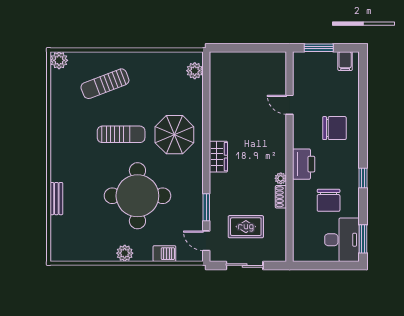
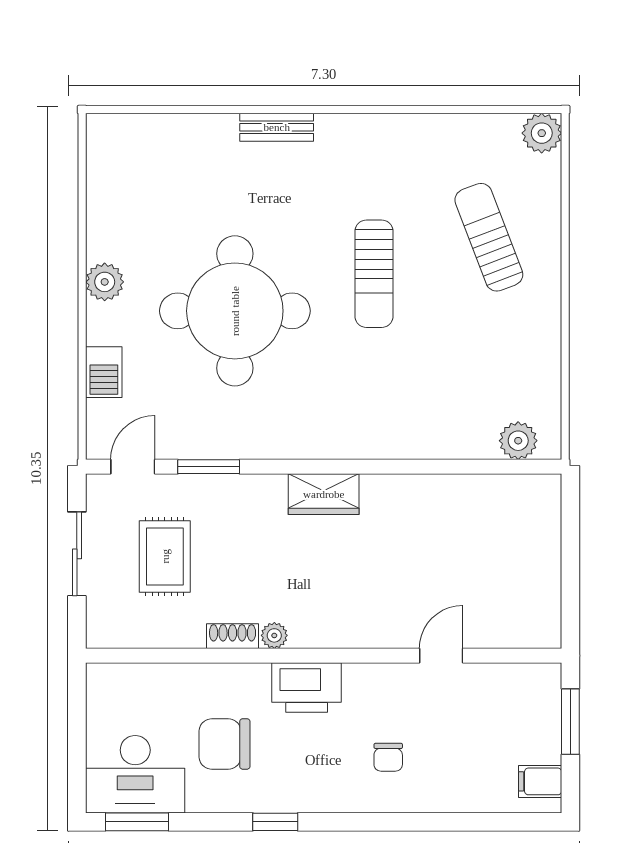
chair: (334, 128) -> (388, 757), width x0.54, depth x0.54
parasol: (174, 135) -> (373, 395), removed
bench: (56, 199) -> (277, 127), moved

